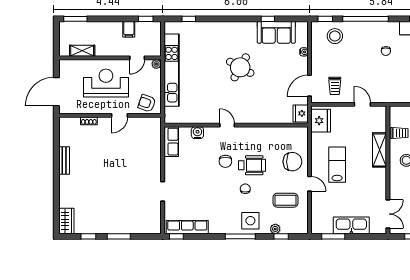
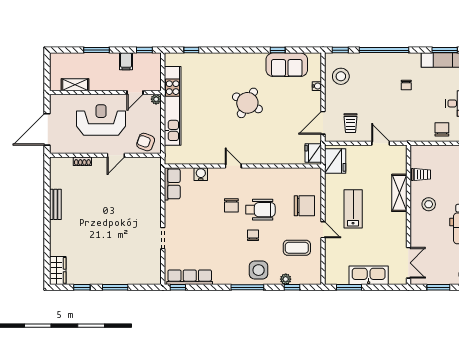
window: (75, 19) -> (96, 50), moved
stool: (335, 36) -> (341, 76), moved

